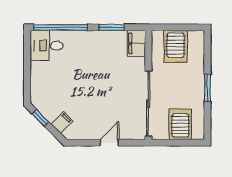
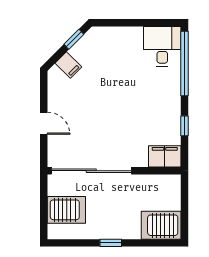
window: (112, 27) -> (184, 126), width x0.67
server rack: (175, 46) -> (161, 225), moved
window: (207, 88) -> (111, 243), width x0.67

